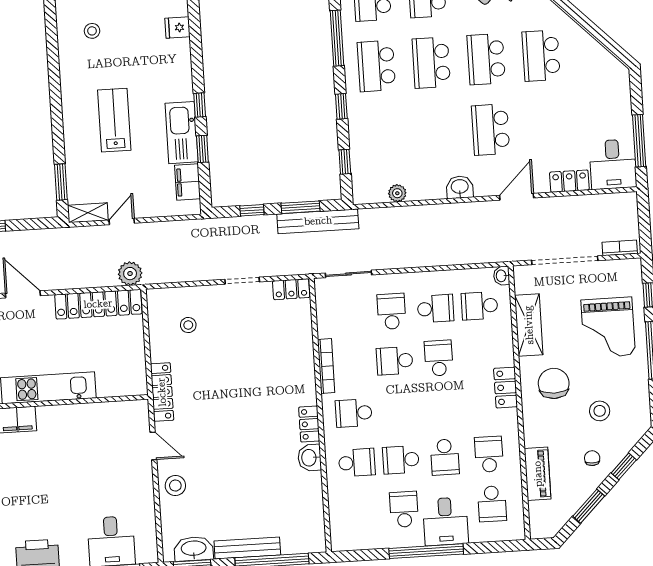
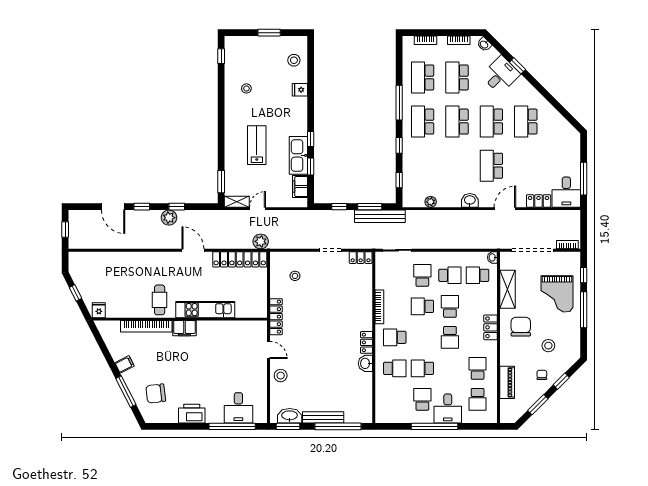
school desk: (445, 457) -> (450, 337), moved

